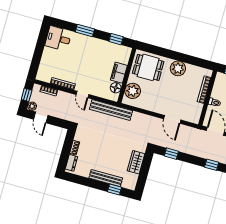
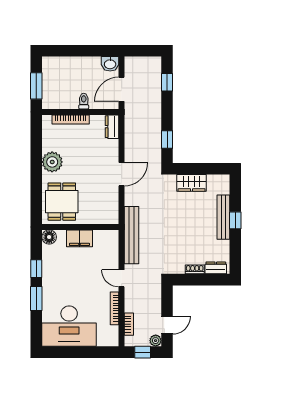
desk: (58, 38) -> (69, 326), width x1.87, depth x1.30
window: (116, 39) -> (36, 269), moved
floor lamp: (116, 88) -> (49, 237), moved
plant: (133, 91) -> (98, 214), removed
door: (82, 94) -> (122, 278), swing flipped
dresser: (191, 117) -> (112, 127), added
door: (172, 119) -> (122, 174), moved
window: (114, 189) -> (235, 220), moved

